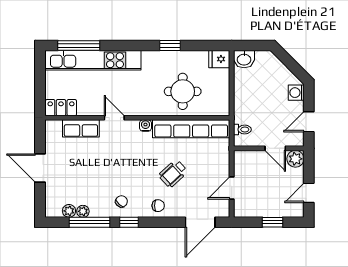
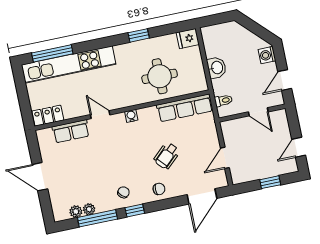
washbasin: (244, 59) -> (217, 68), moved, turned -90
row of seats: (191, 129) -> (185, 108), width x0.73
plant: (295, 159) -> (279, 118), removed

